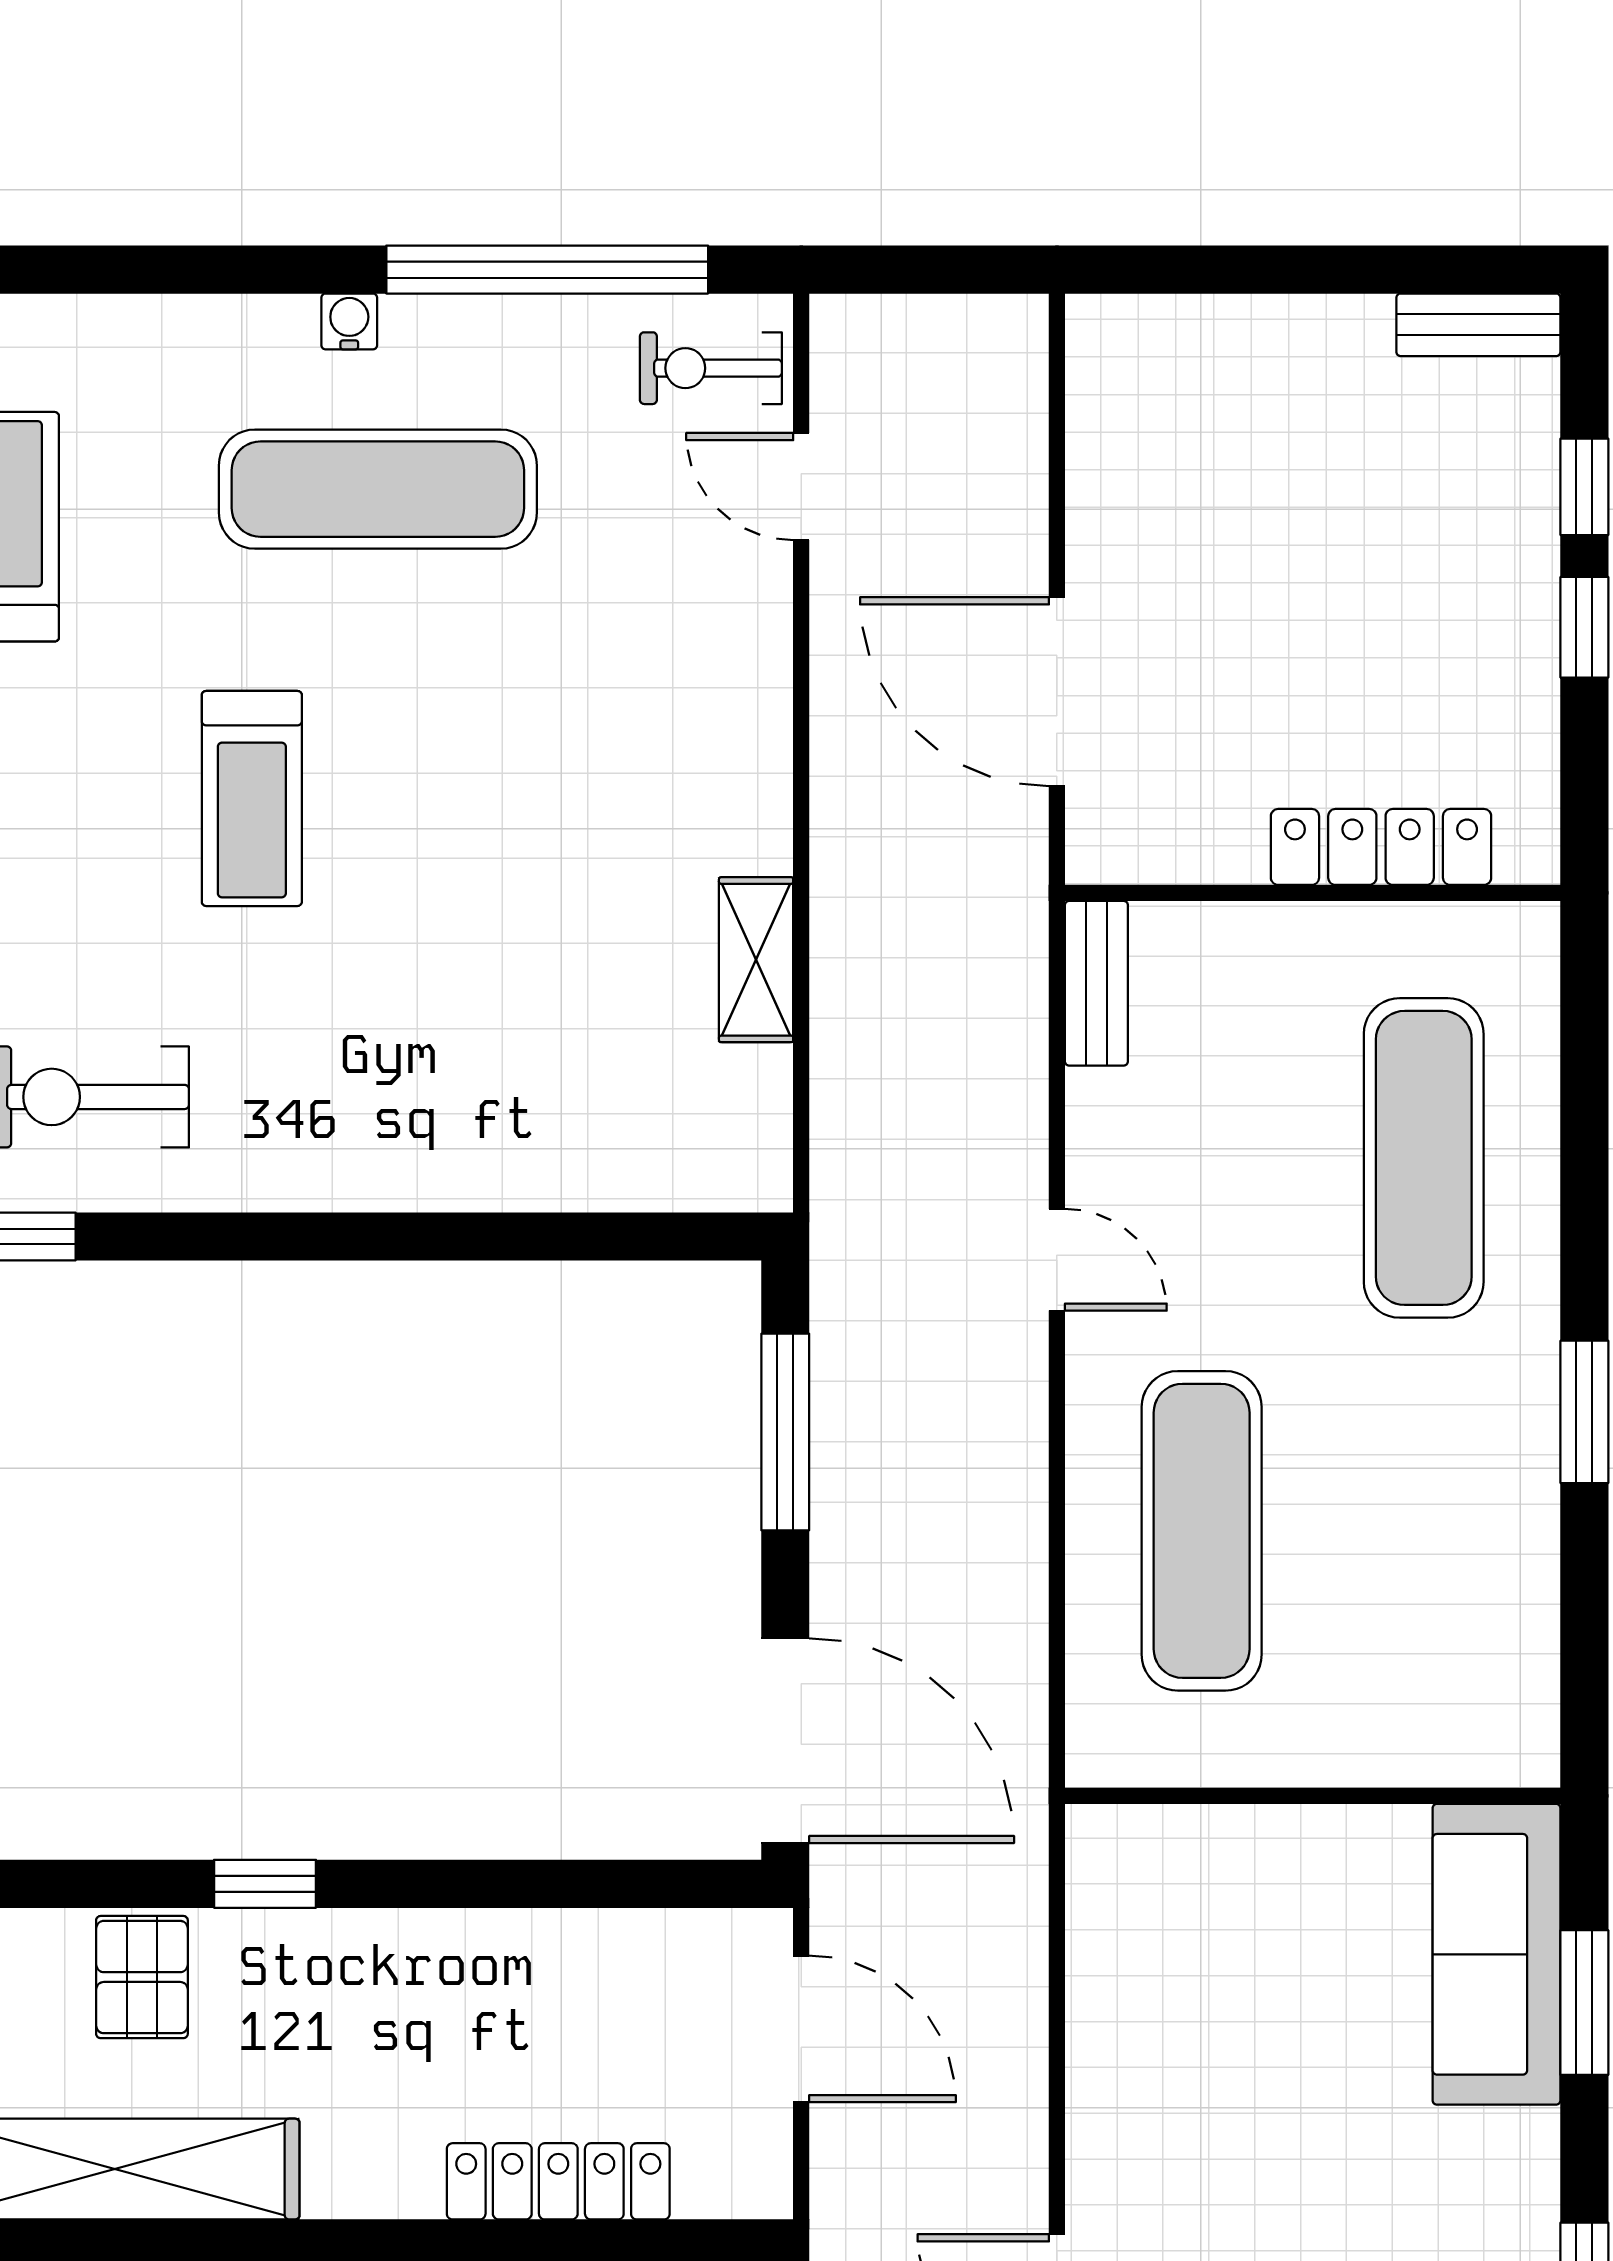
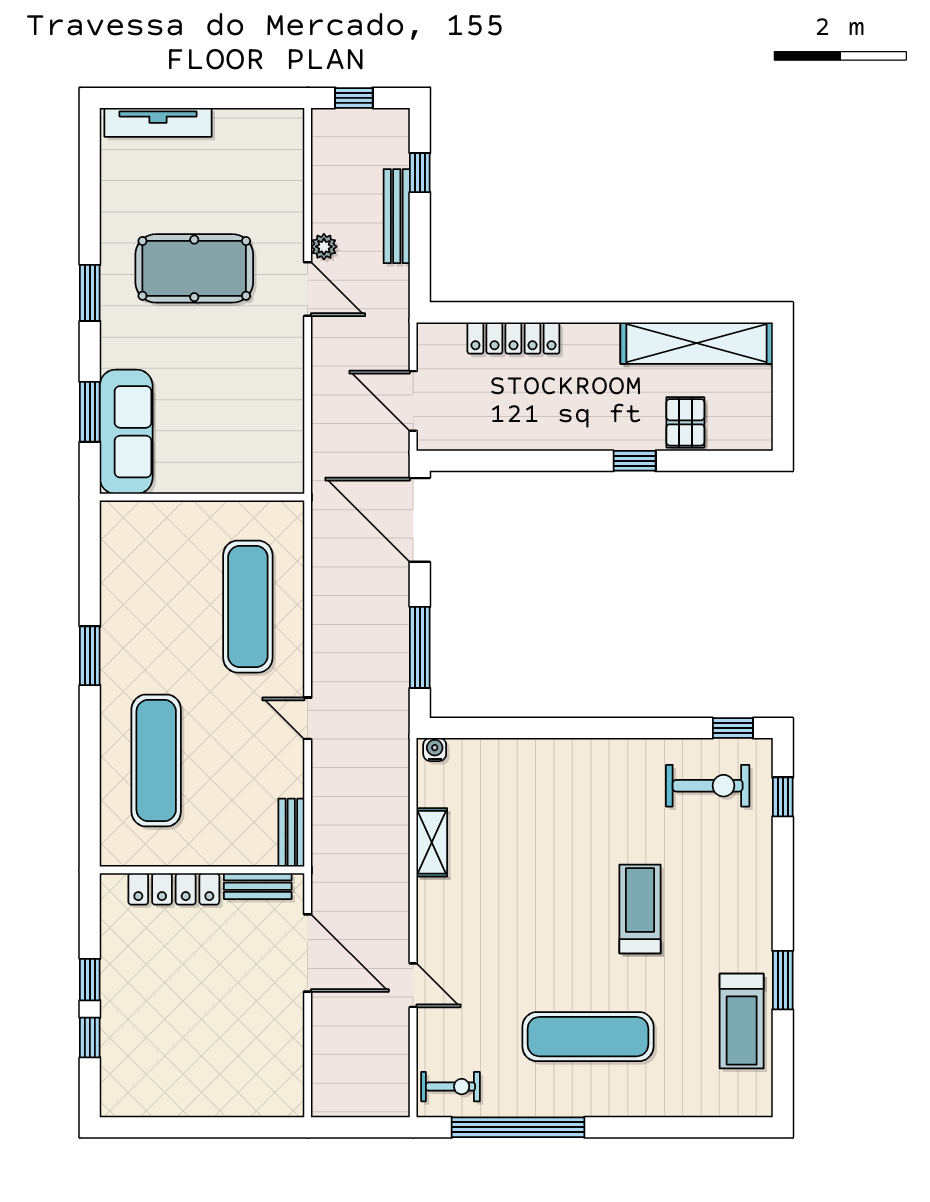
water cooler: (349, 321) -> (435, 749), moved, turned 180
bench: (1478, 325) -> (258, 886), moved
door: (801, 486) -> (413, 985), moved

